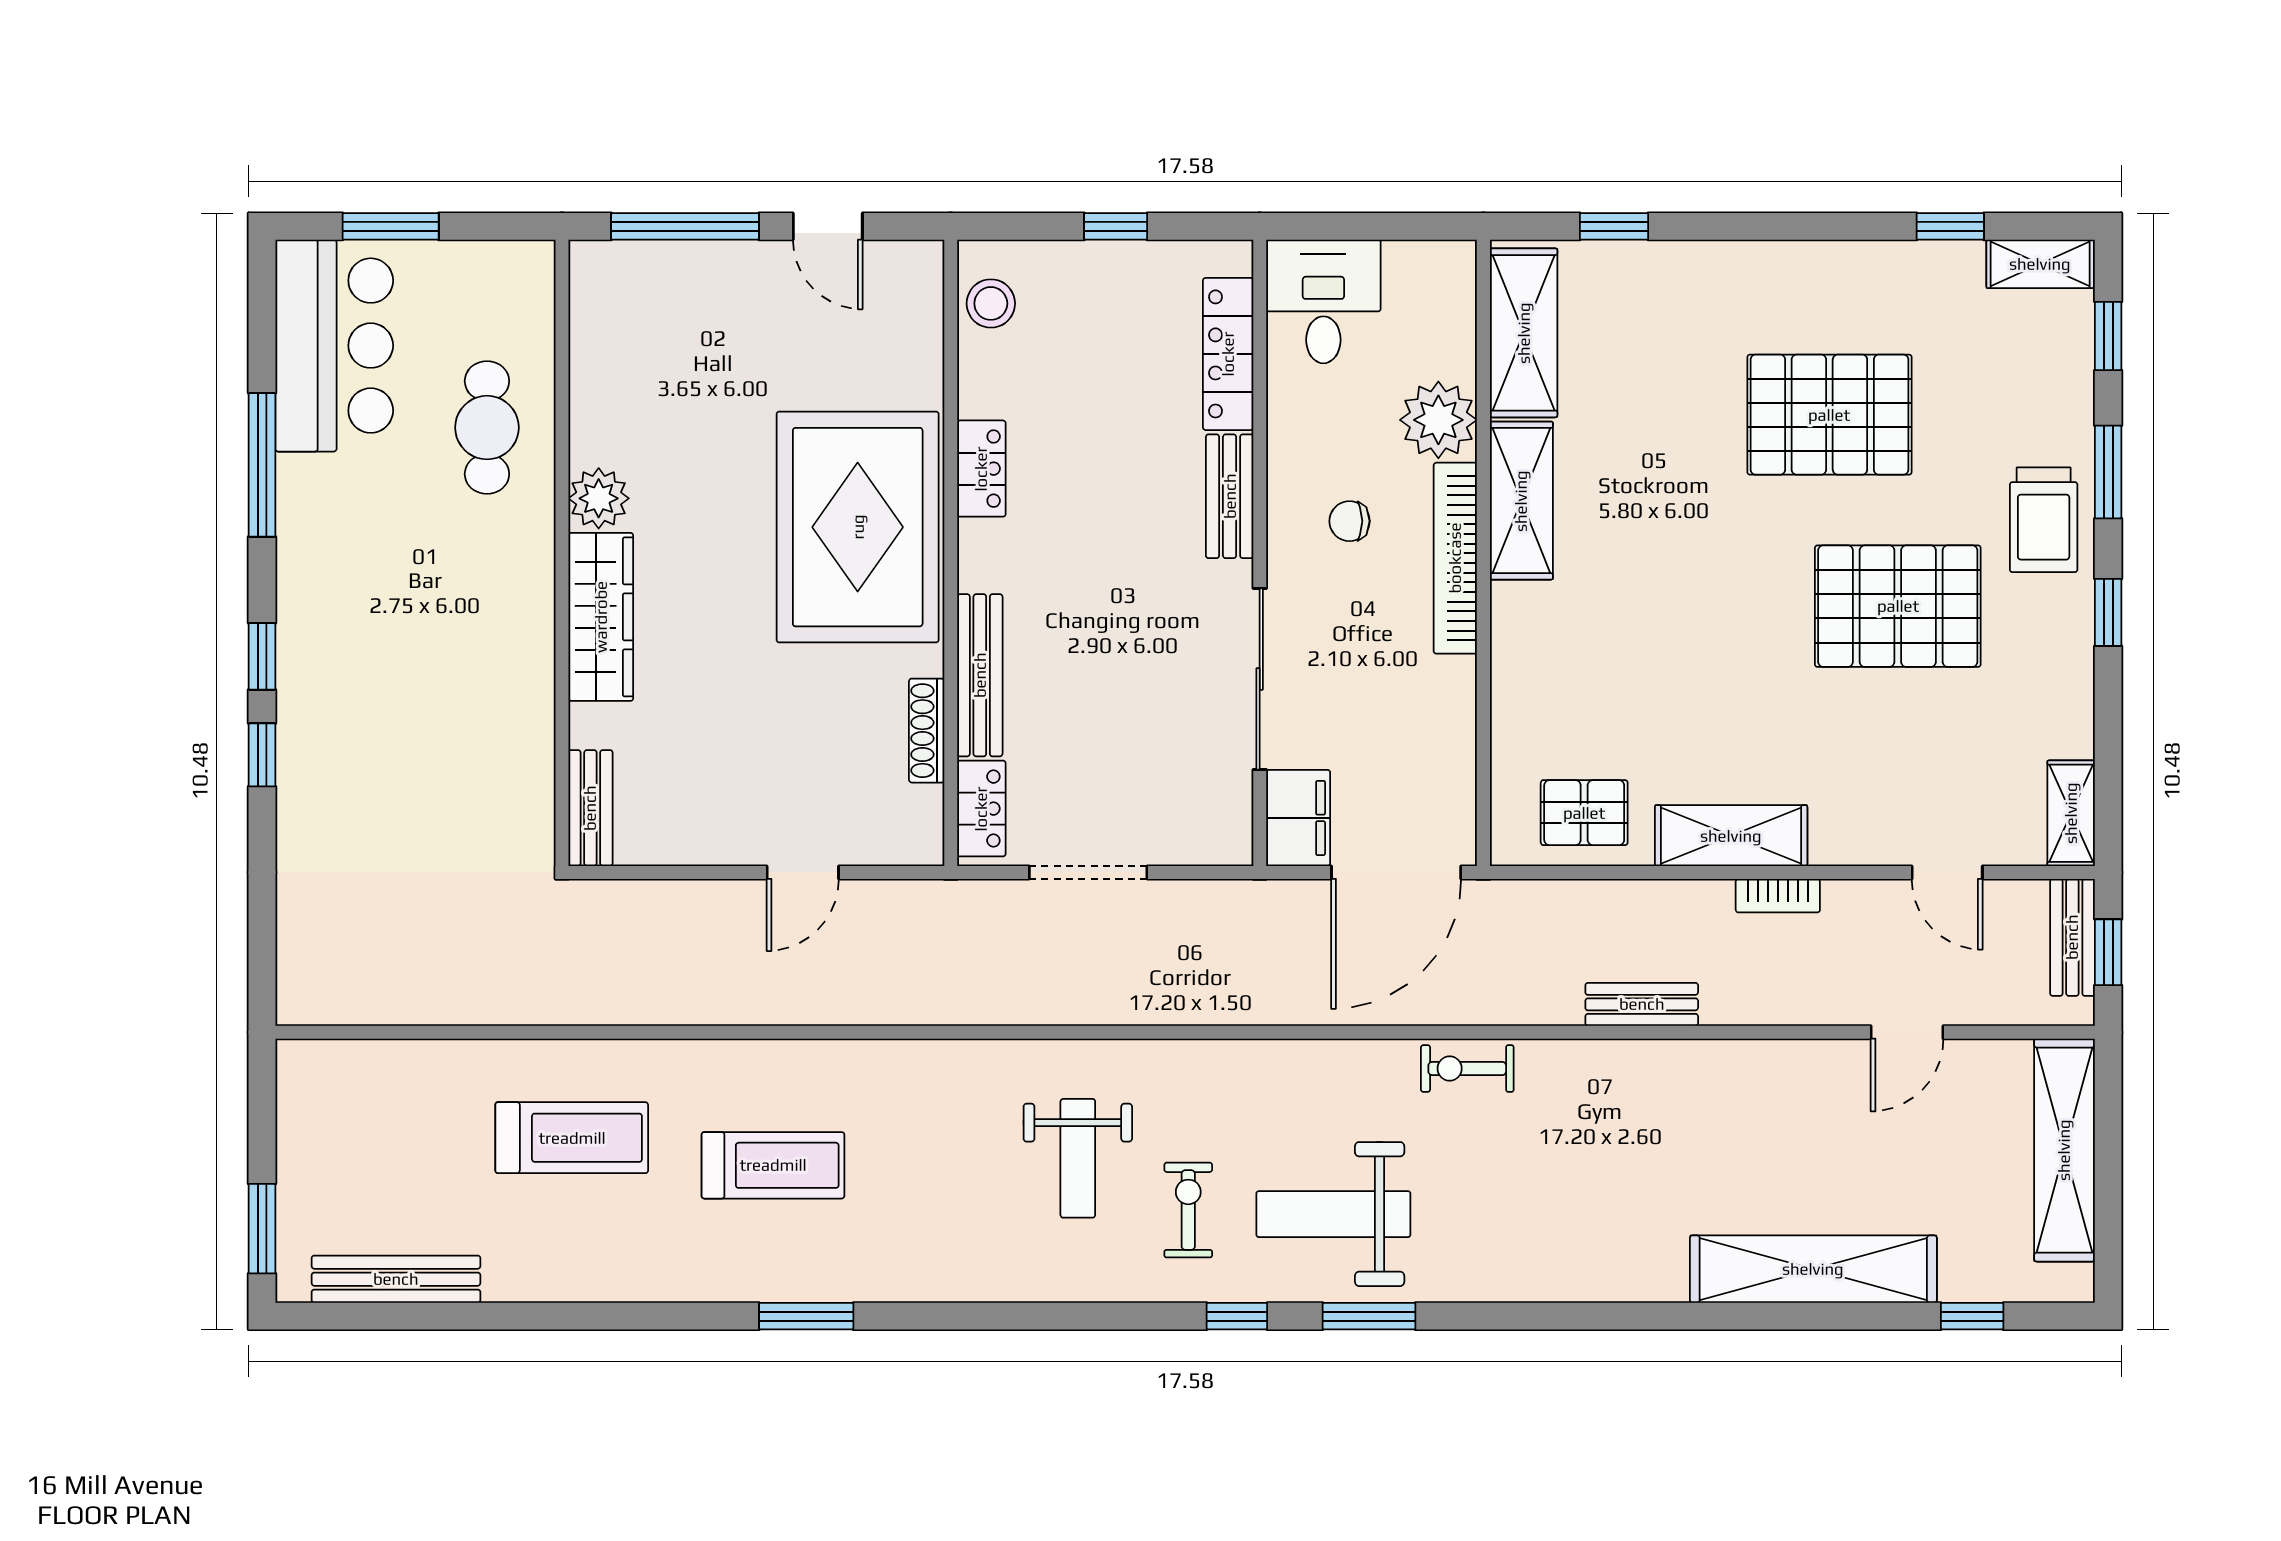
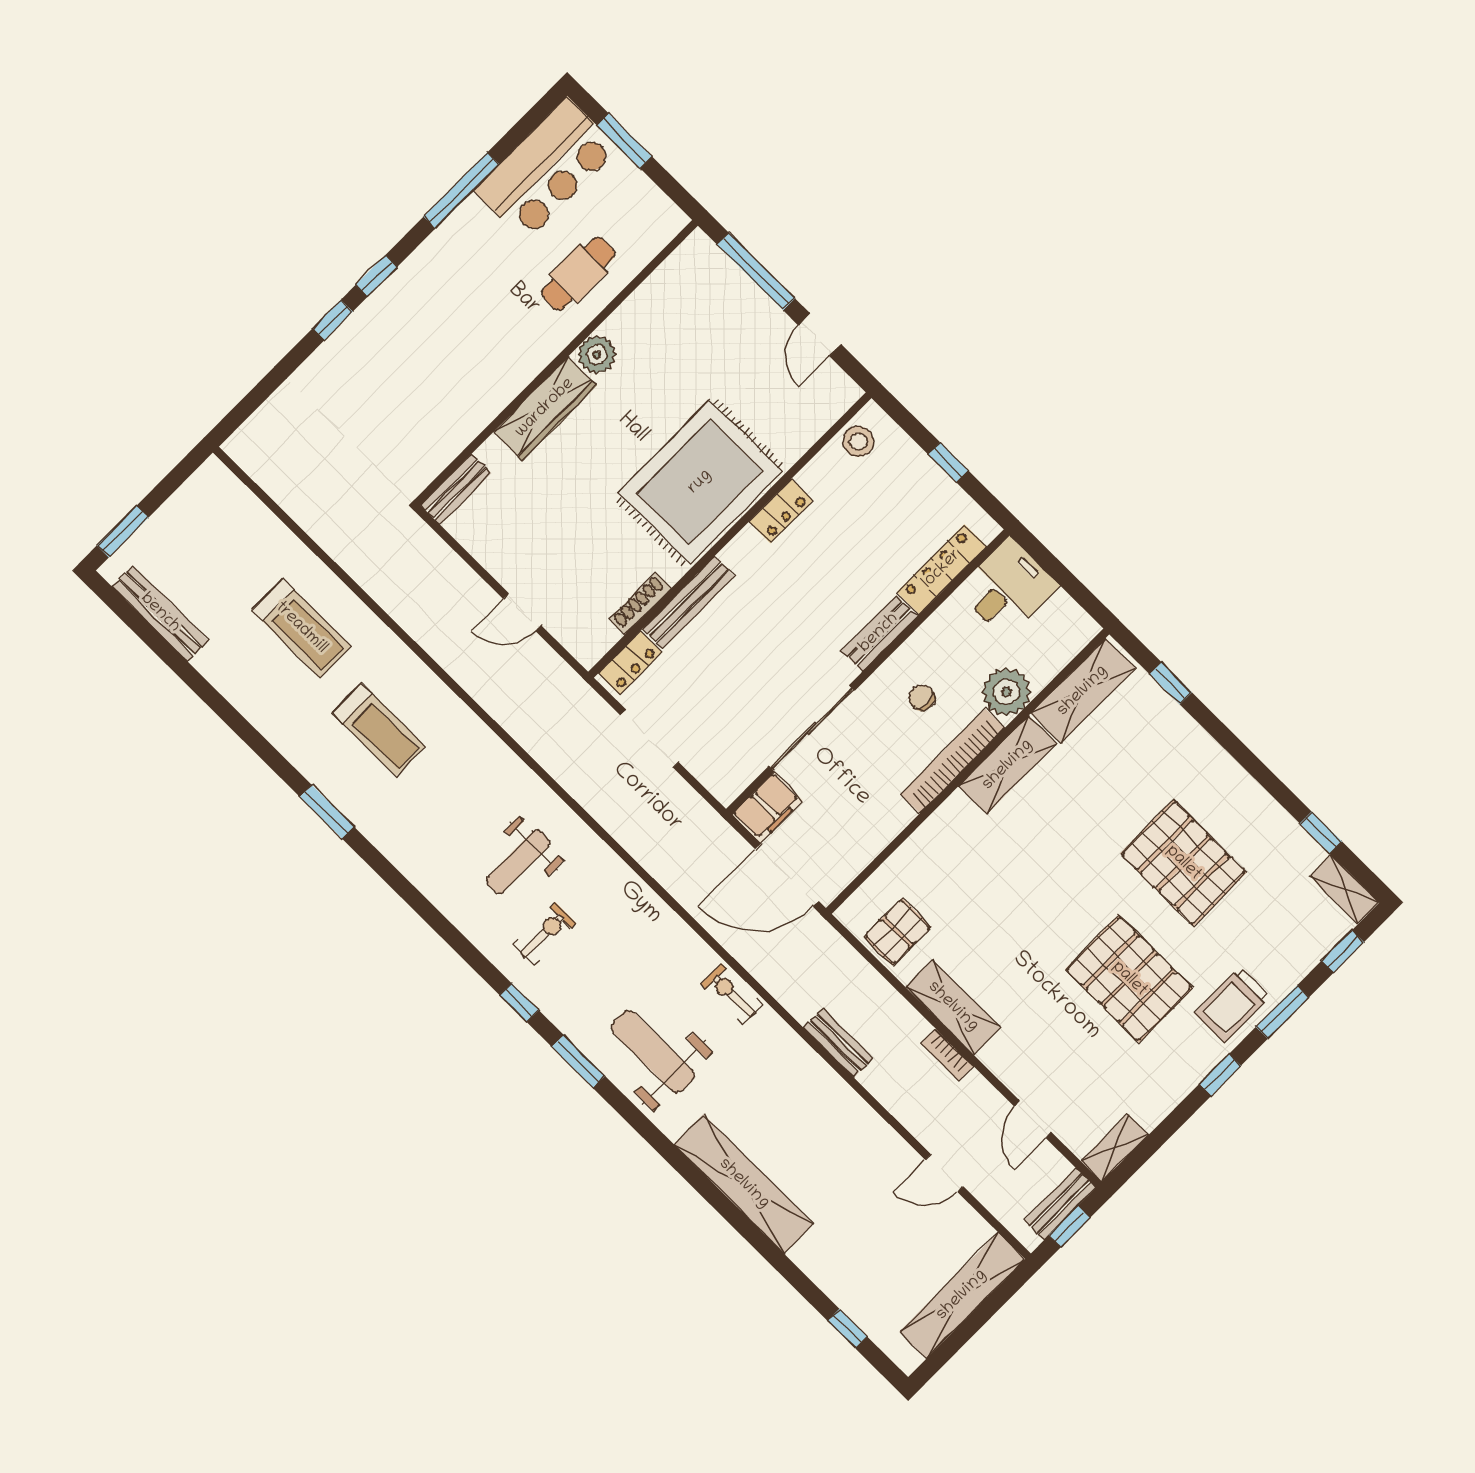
pallet: (1584, 813) -> (897, 932), turned 90
weight bench: (1333, 1214) -> (653, 1051), moved
shelving: (1813, 1269) -> (744, 1184), moved

